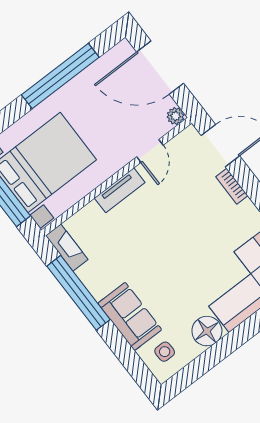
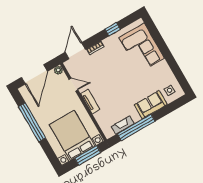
fireplace: (67, 248) -> (123, 125), moved
floor lamp: (207, 331) -> (162, 69), removed

